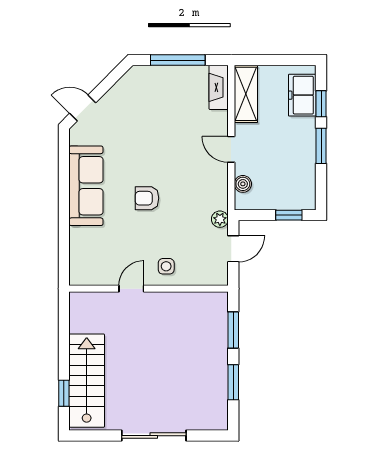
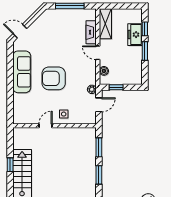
fireplace: (219, 87) -> (91, 32), moved
freezer: (302, 95) -> (135, 35), moved
armchair: (147, 198) -> (54, 78), width x1.88, depth x1.88
window: (289, 215) -> (116, 87), moved
window: (64, 393) -> (10, 165), moved

